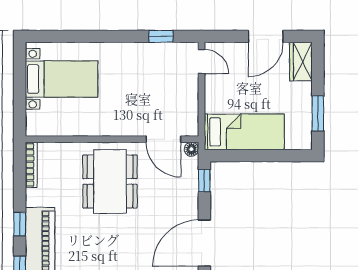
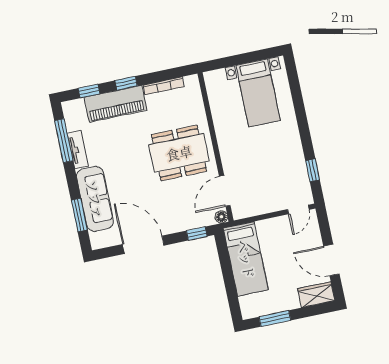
bookcase: (31, 165) -> (164, 86), moved

